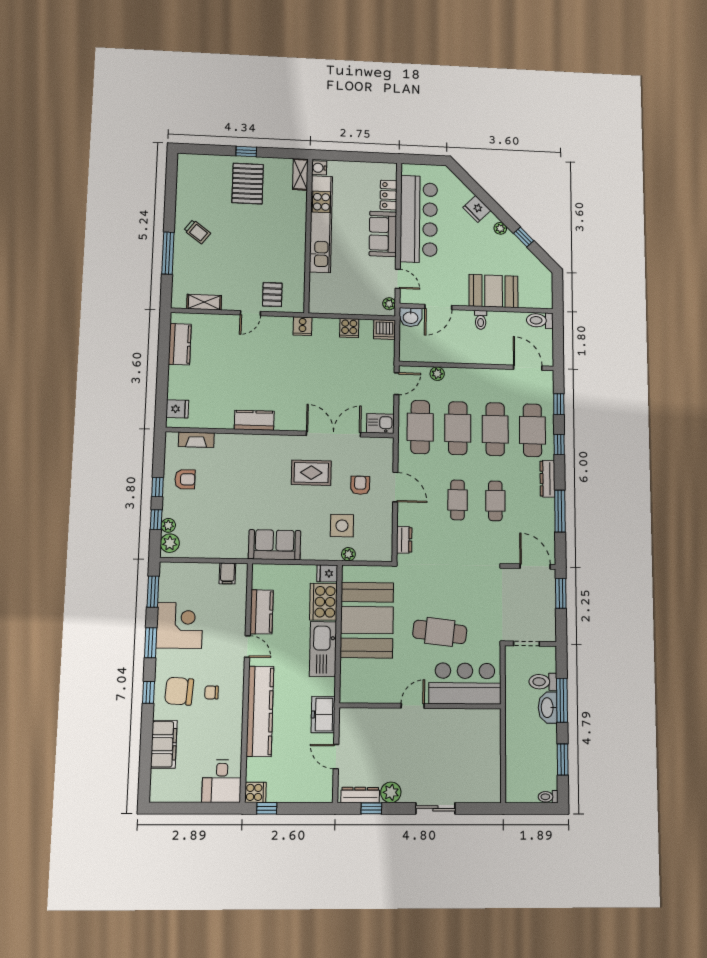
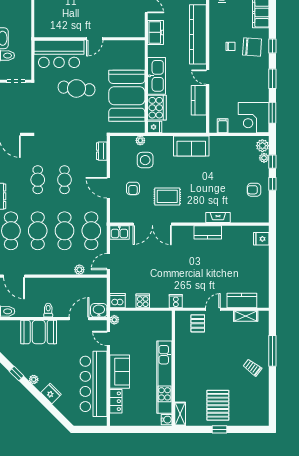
kitchen counter: (180, 344) -> (242, 300), moved, turned 90
fireplace: (196, 440) -> (218, 218), moved
corner desk: (180, 626) -> (254, 118), moved

